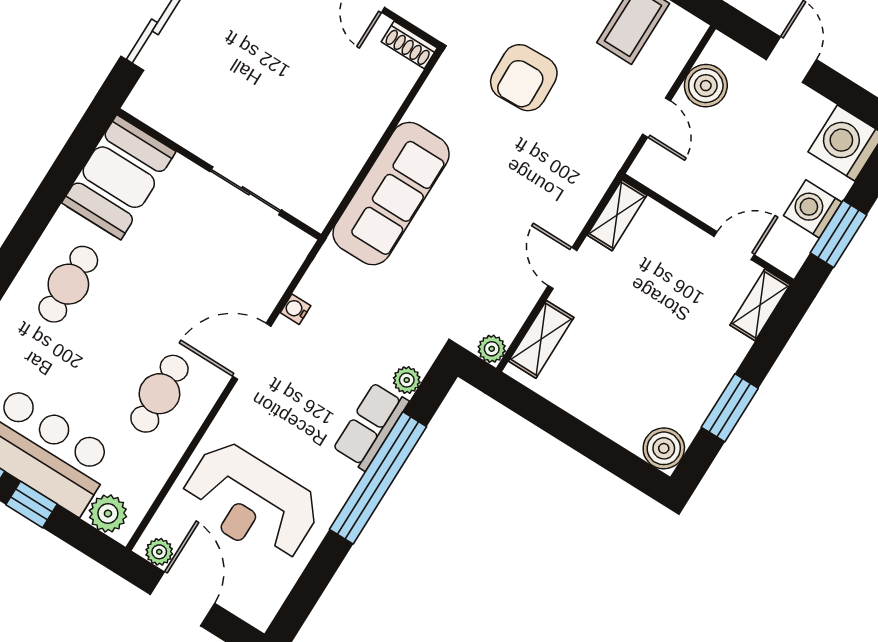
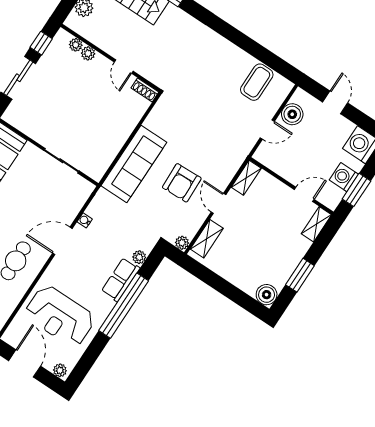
armchair: (524, 78) -> (182, 183), moved
door: (657, 118) -> (267, 130), hinge flipped
plant: (159, 552) -> (60, 370), moved

